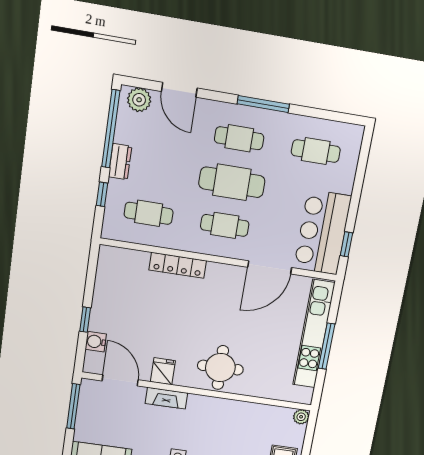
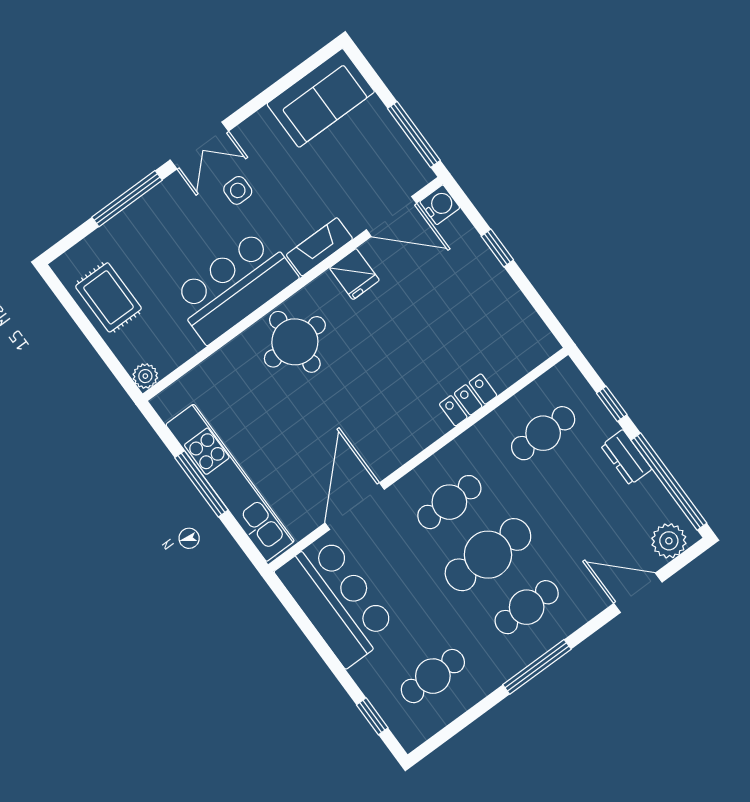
window: (346, 244) -> (372, 716), moved
locker: (178, 265) -> (468, 400), width x0.66
water cooler: (96, 342) -> (440, 205), moved
bar counter: (222, 417) -> (234, 286), added

